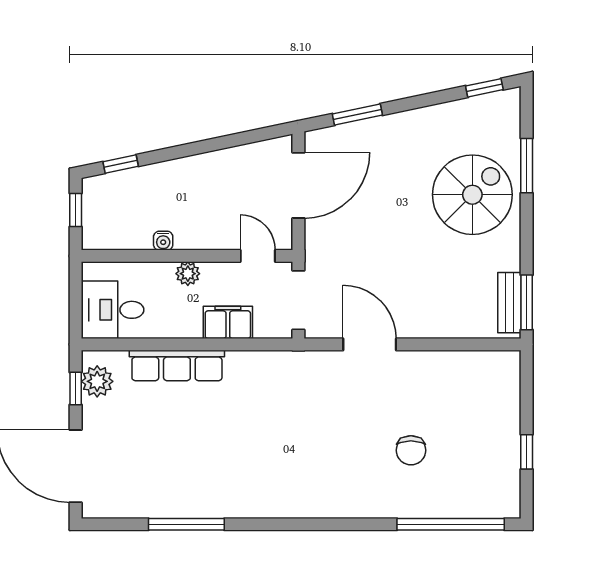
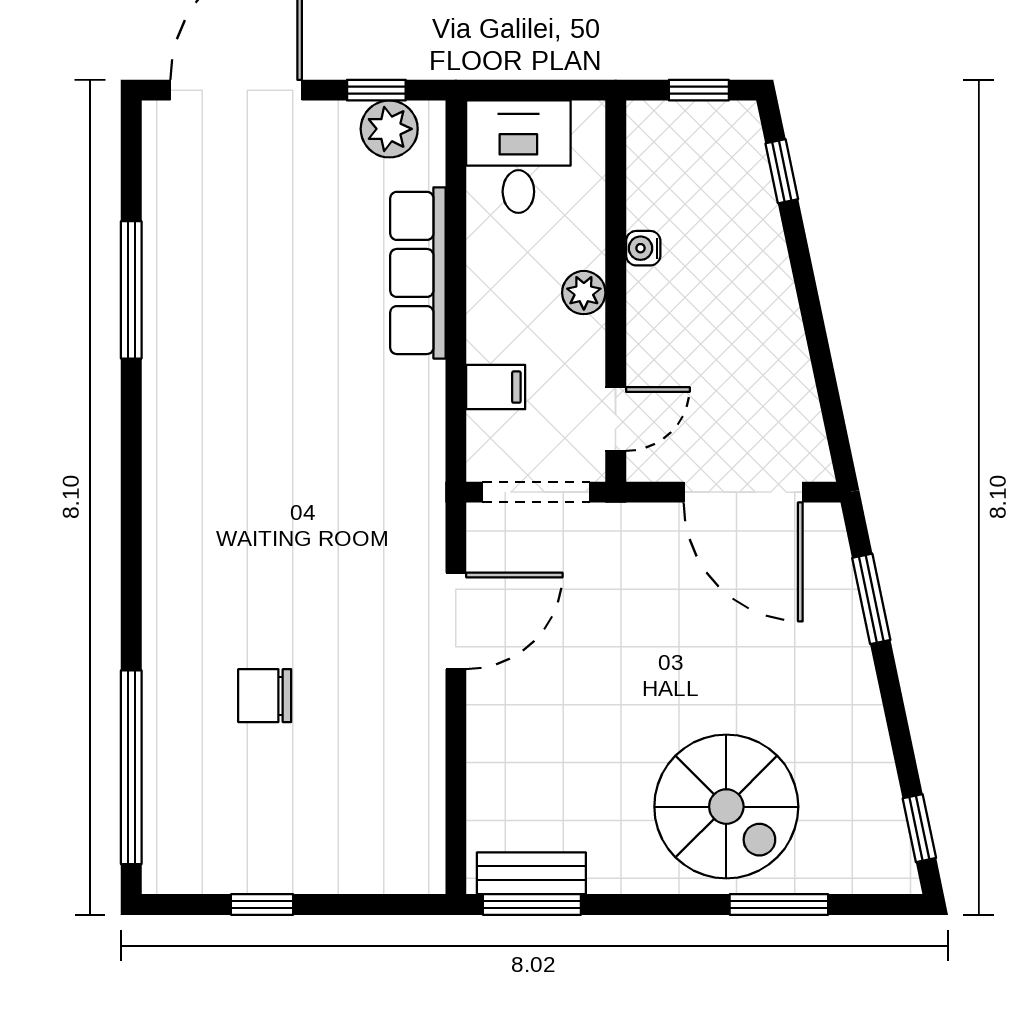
filing cabinet: (228, 322) -> (496, 387), width x0.50

